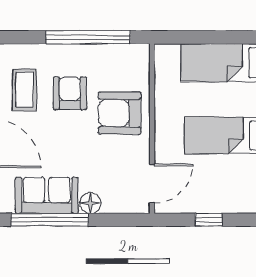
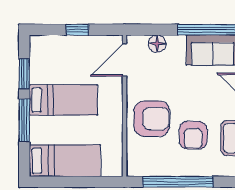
floor lamp: (90, 203) -> (157, 44), moved

